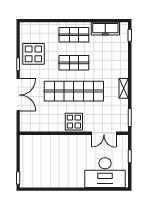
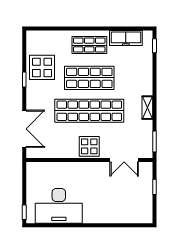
shop shelf: (74, 63) -> (89, 78), width x1.43, depth x1.36
double door: (18, 95) -> (24, 129), moved
desk: (105, 173) -> (59, 206), moved

